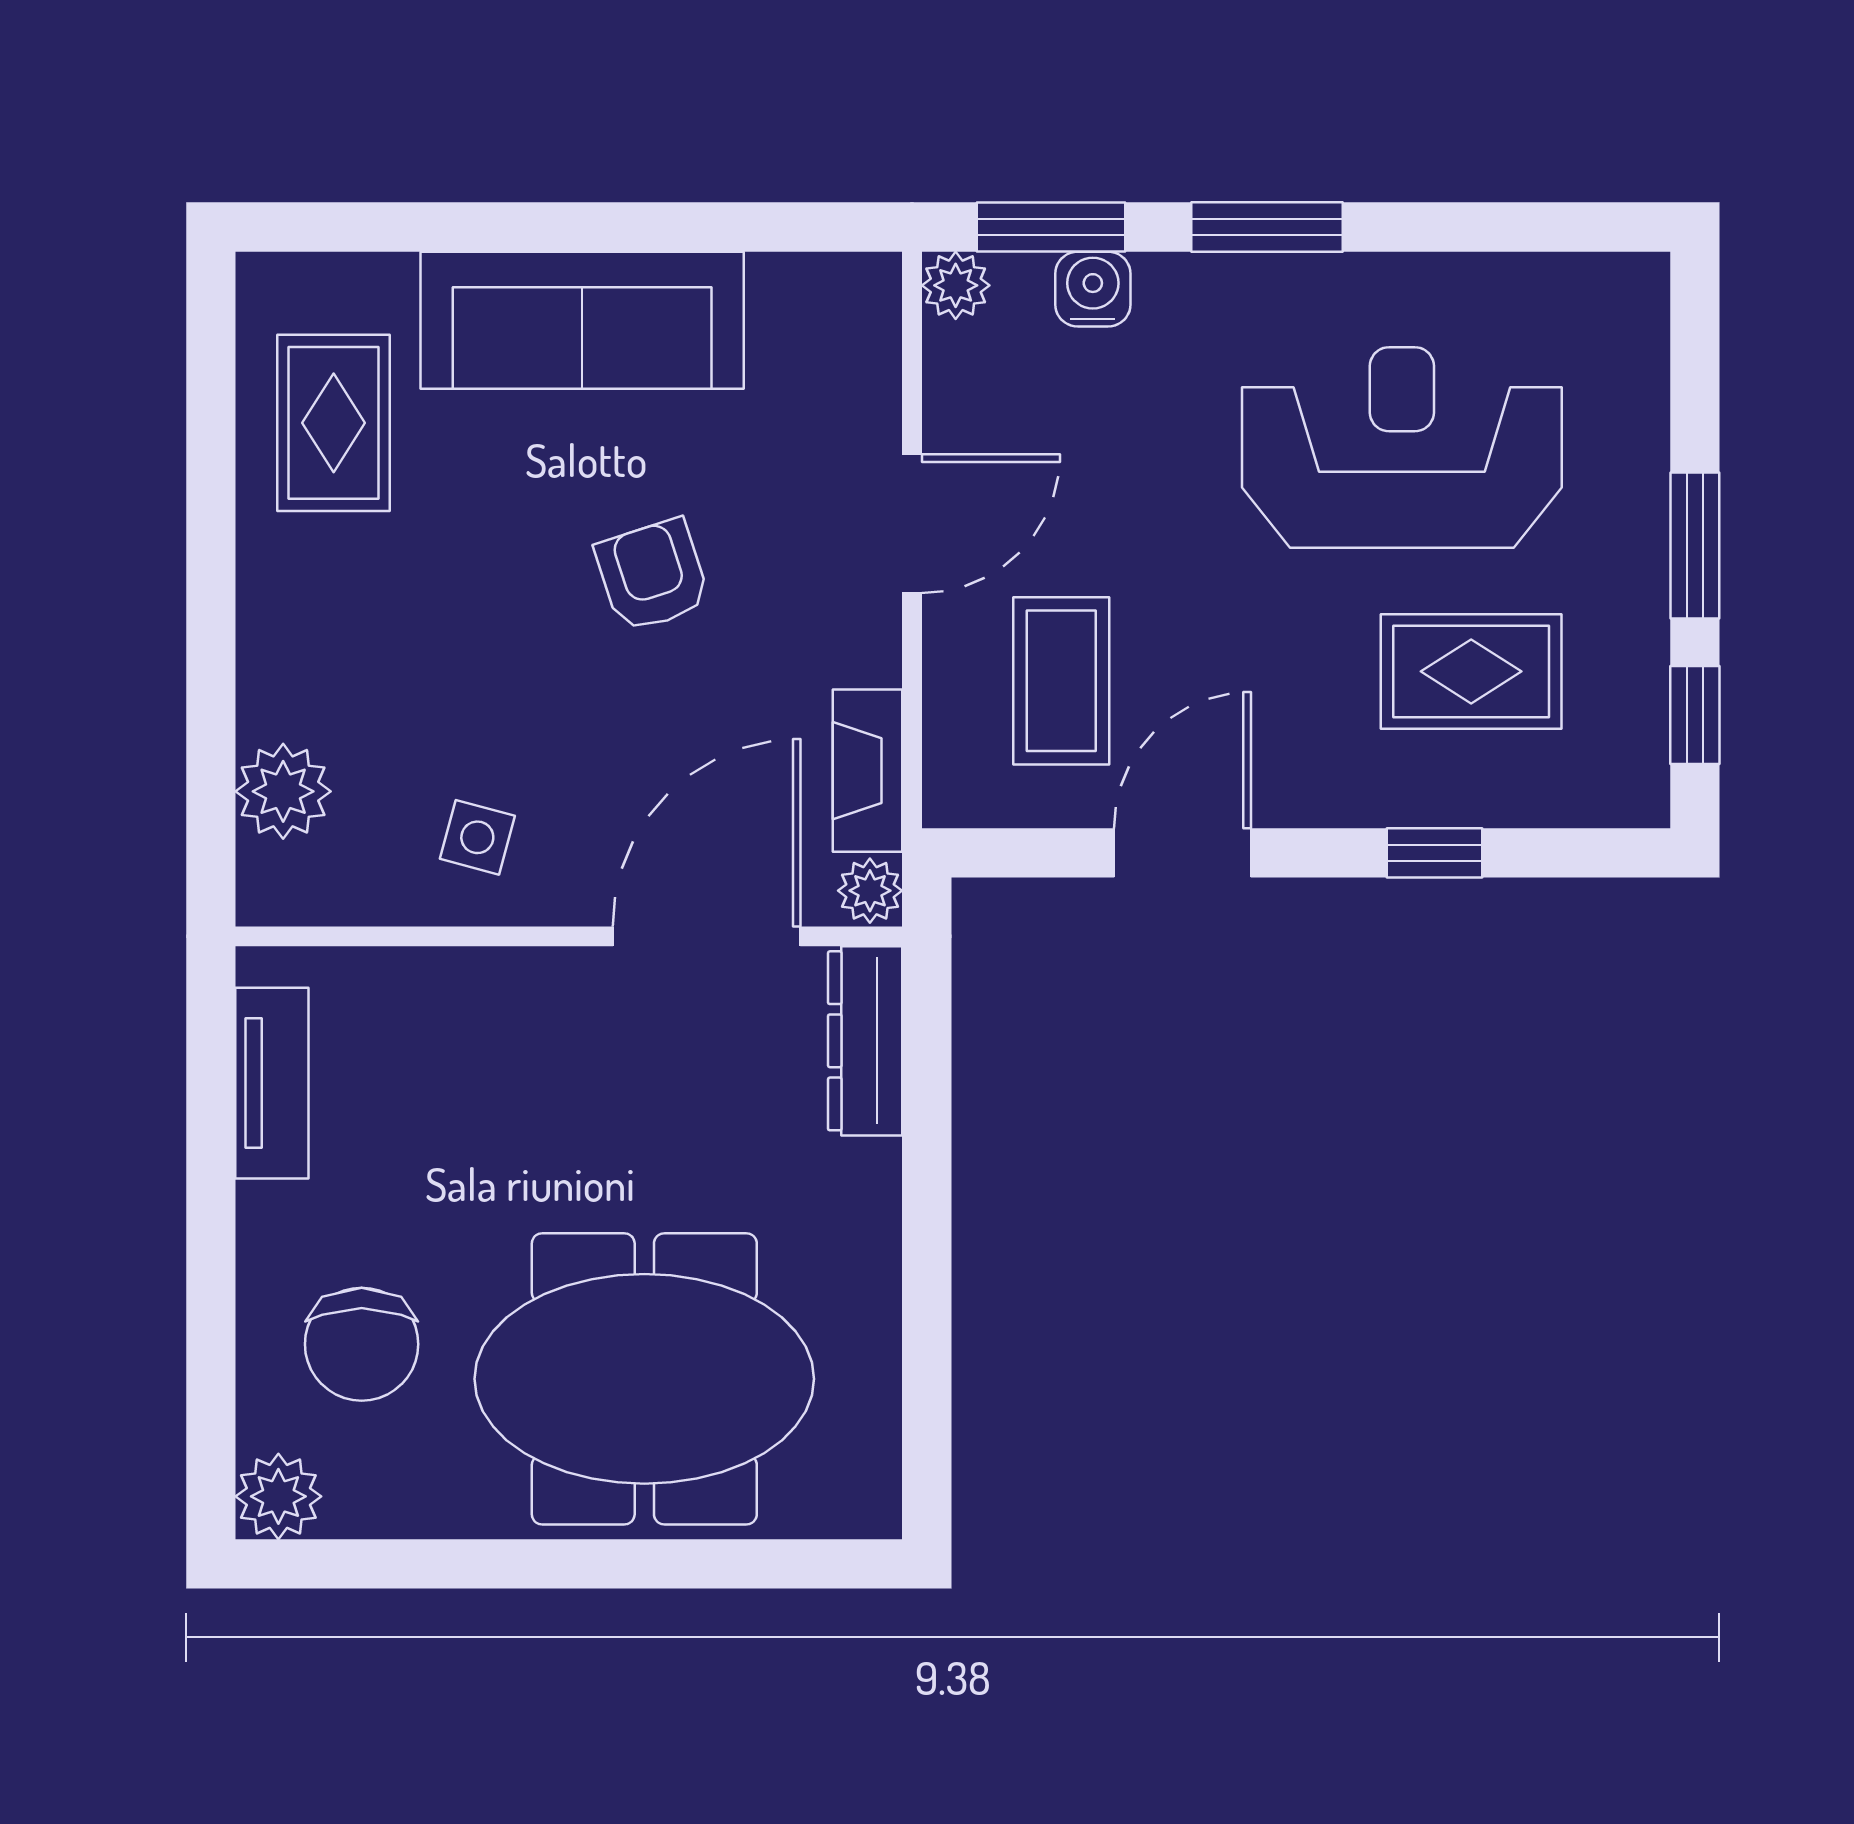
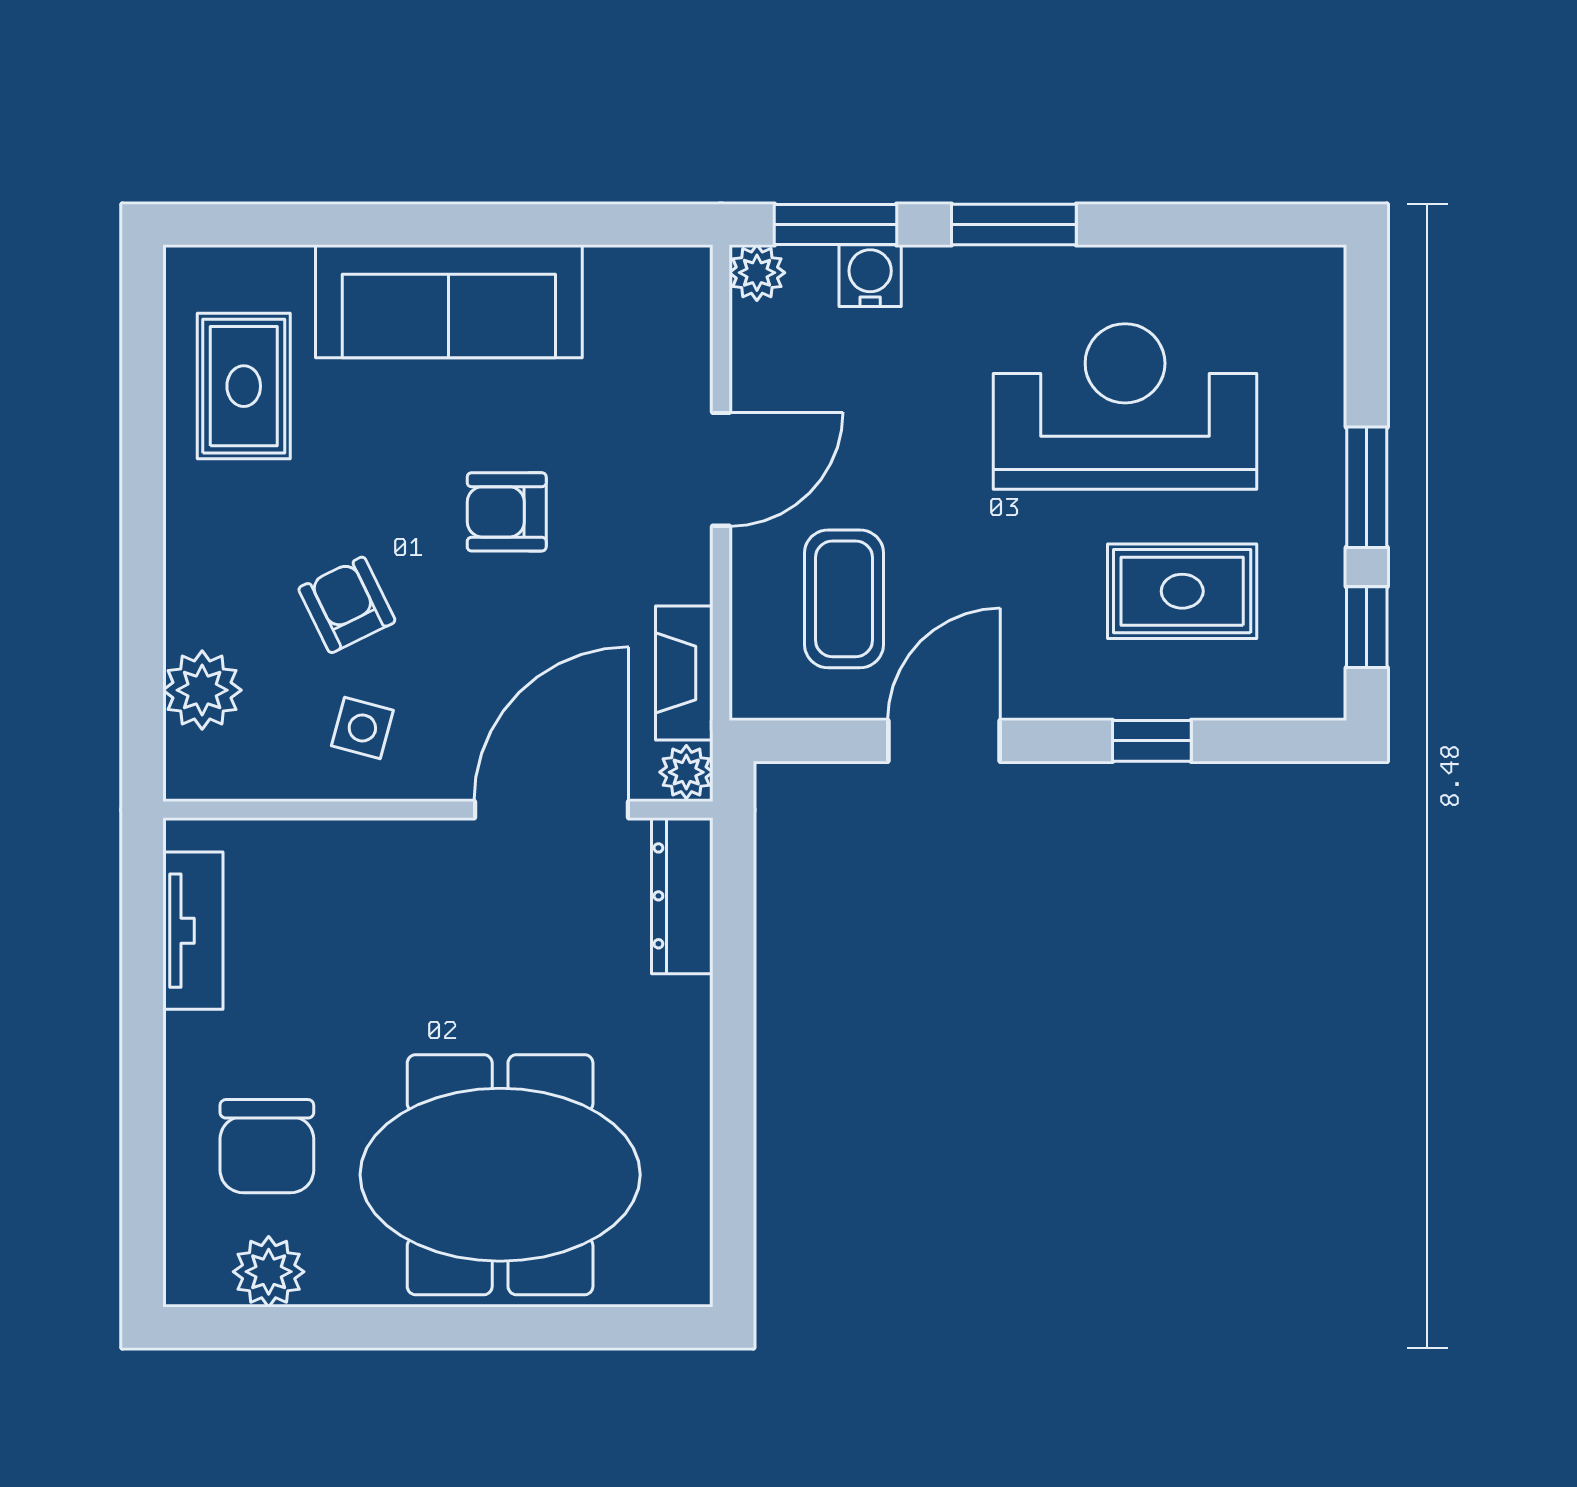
armchair: (652, 575) -> (507, 512), turned -72
armchair: (459, 688) -> (347, 605), added
plant: (278, 1496) -> (269, 1272), moved

